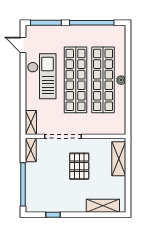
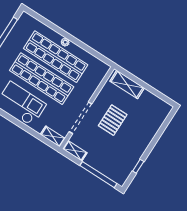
pallet: (79, 166) -> (113, 120), turned 90
shelving: (103, 206) -> (157, 122), removed

